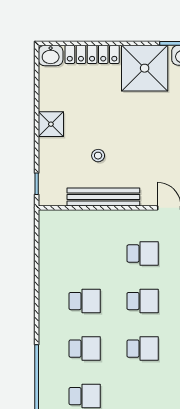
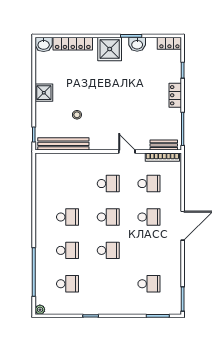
shower: (145, 68) -> (110, 49), width x0.73, depth x0.73
bench: (103, 197) -> (63, 144), moved

